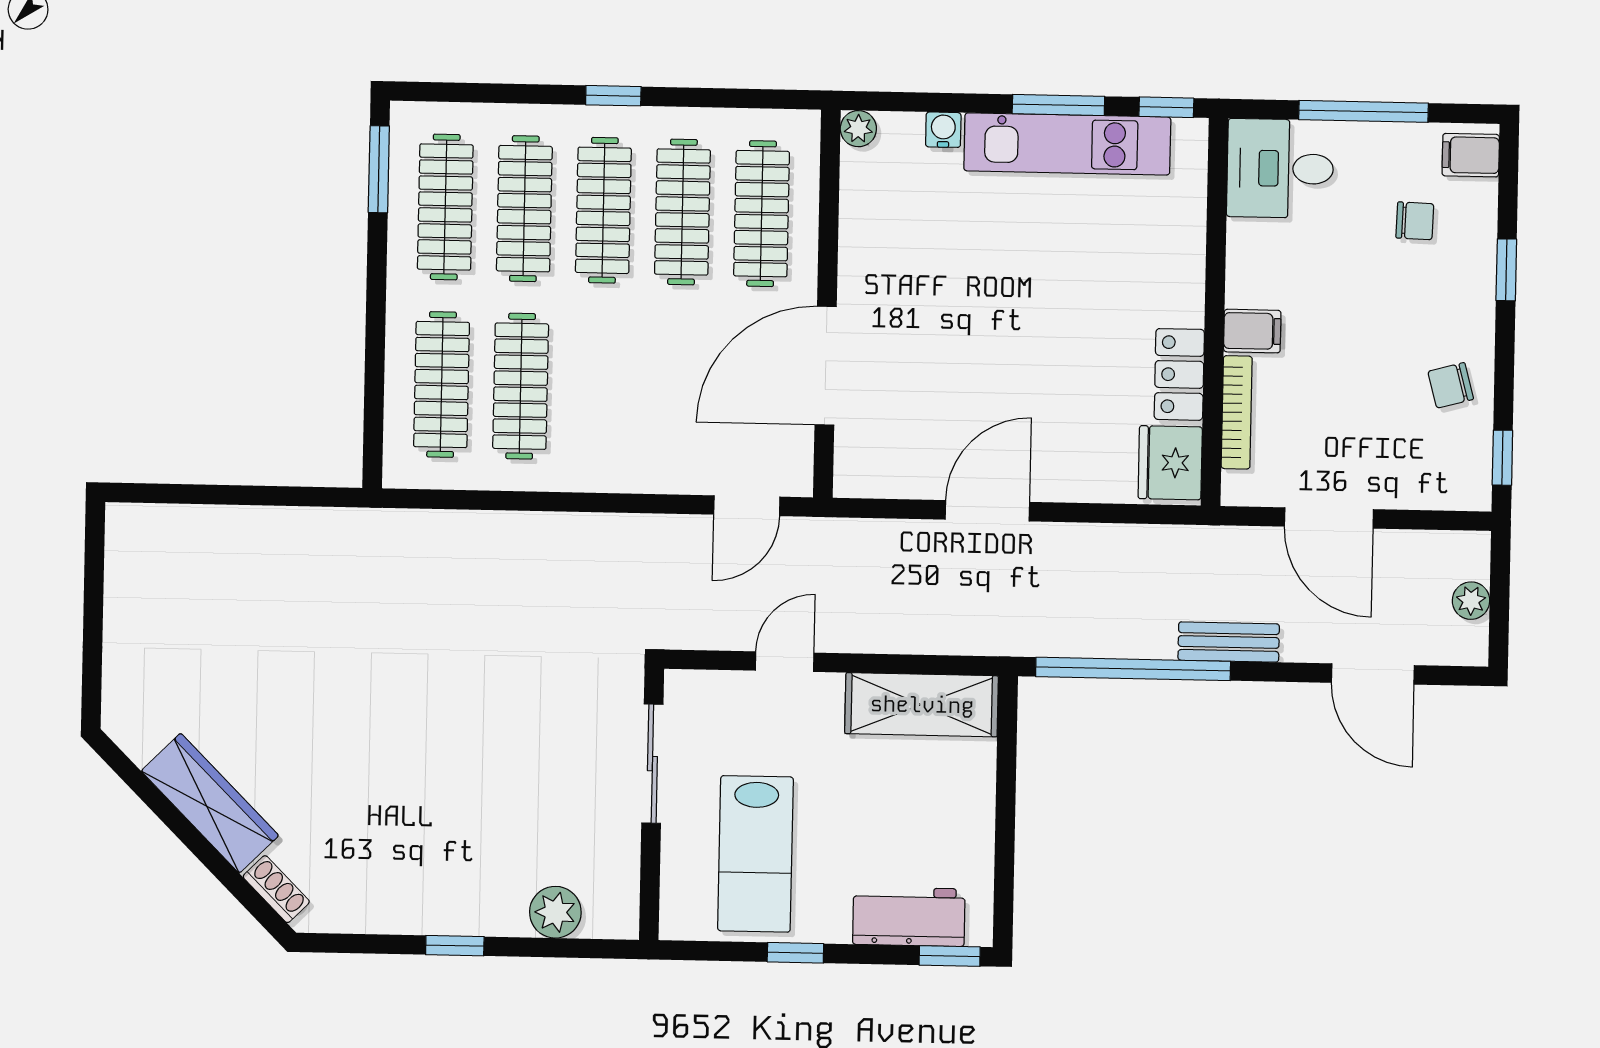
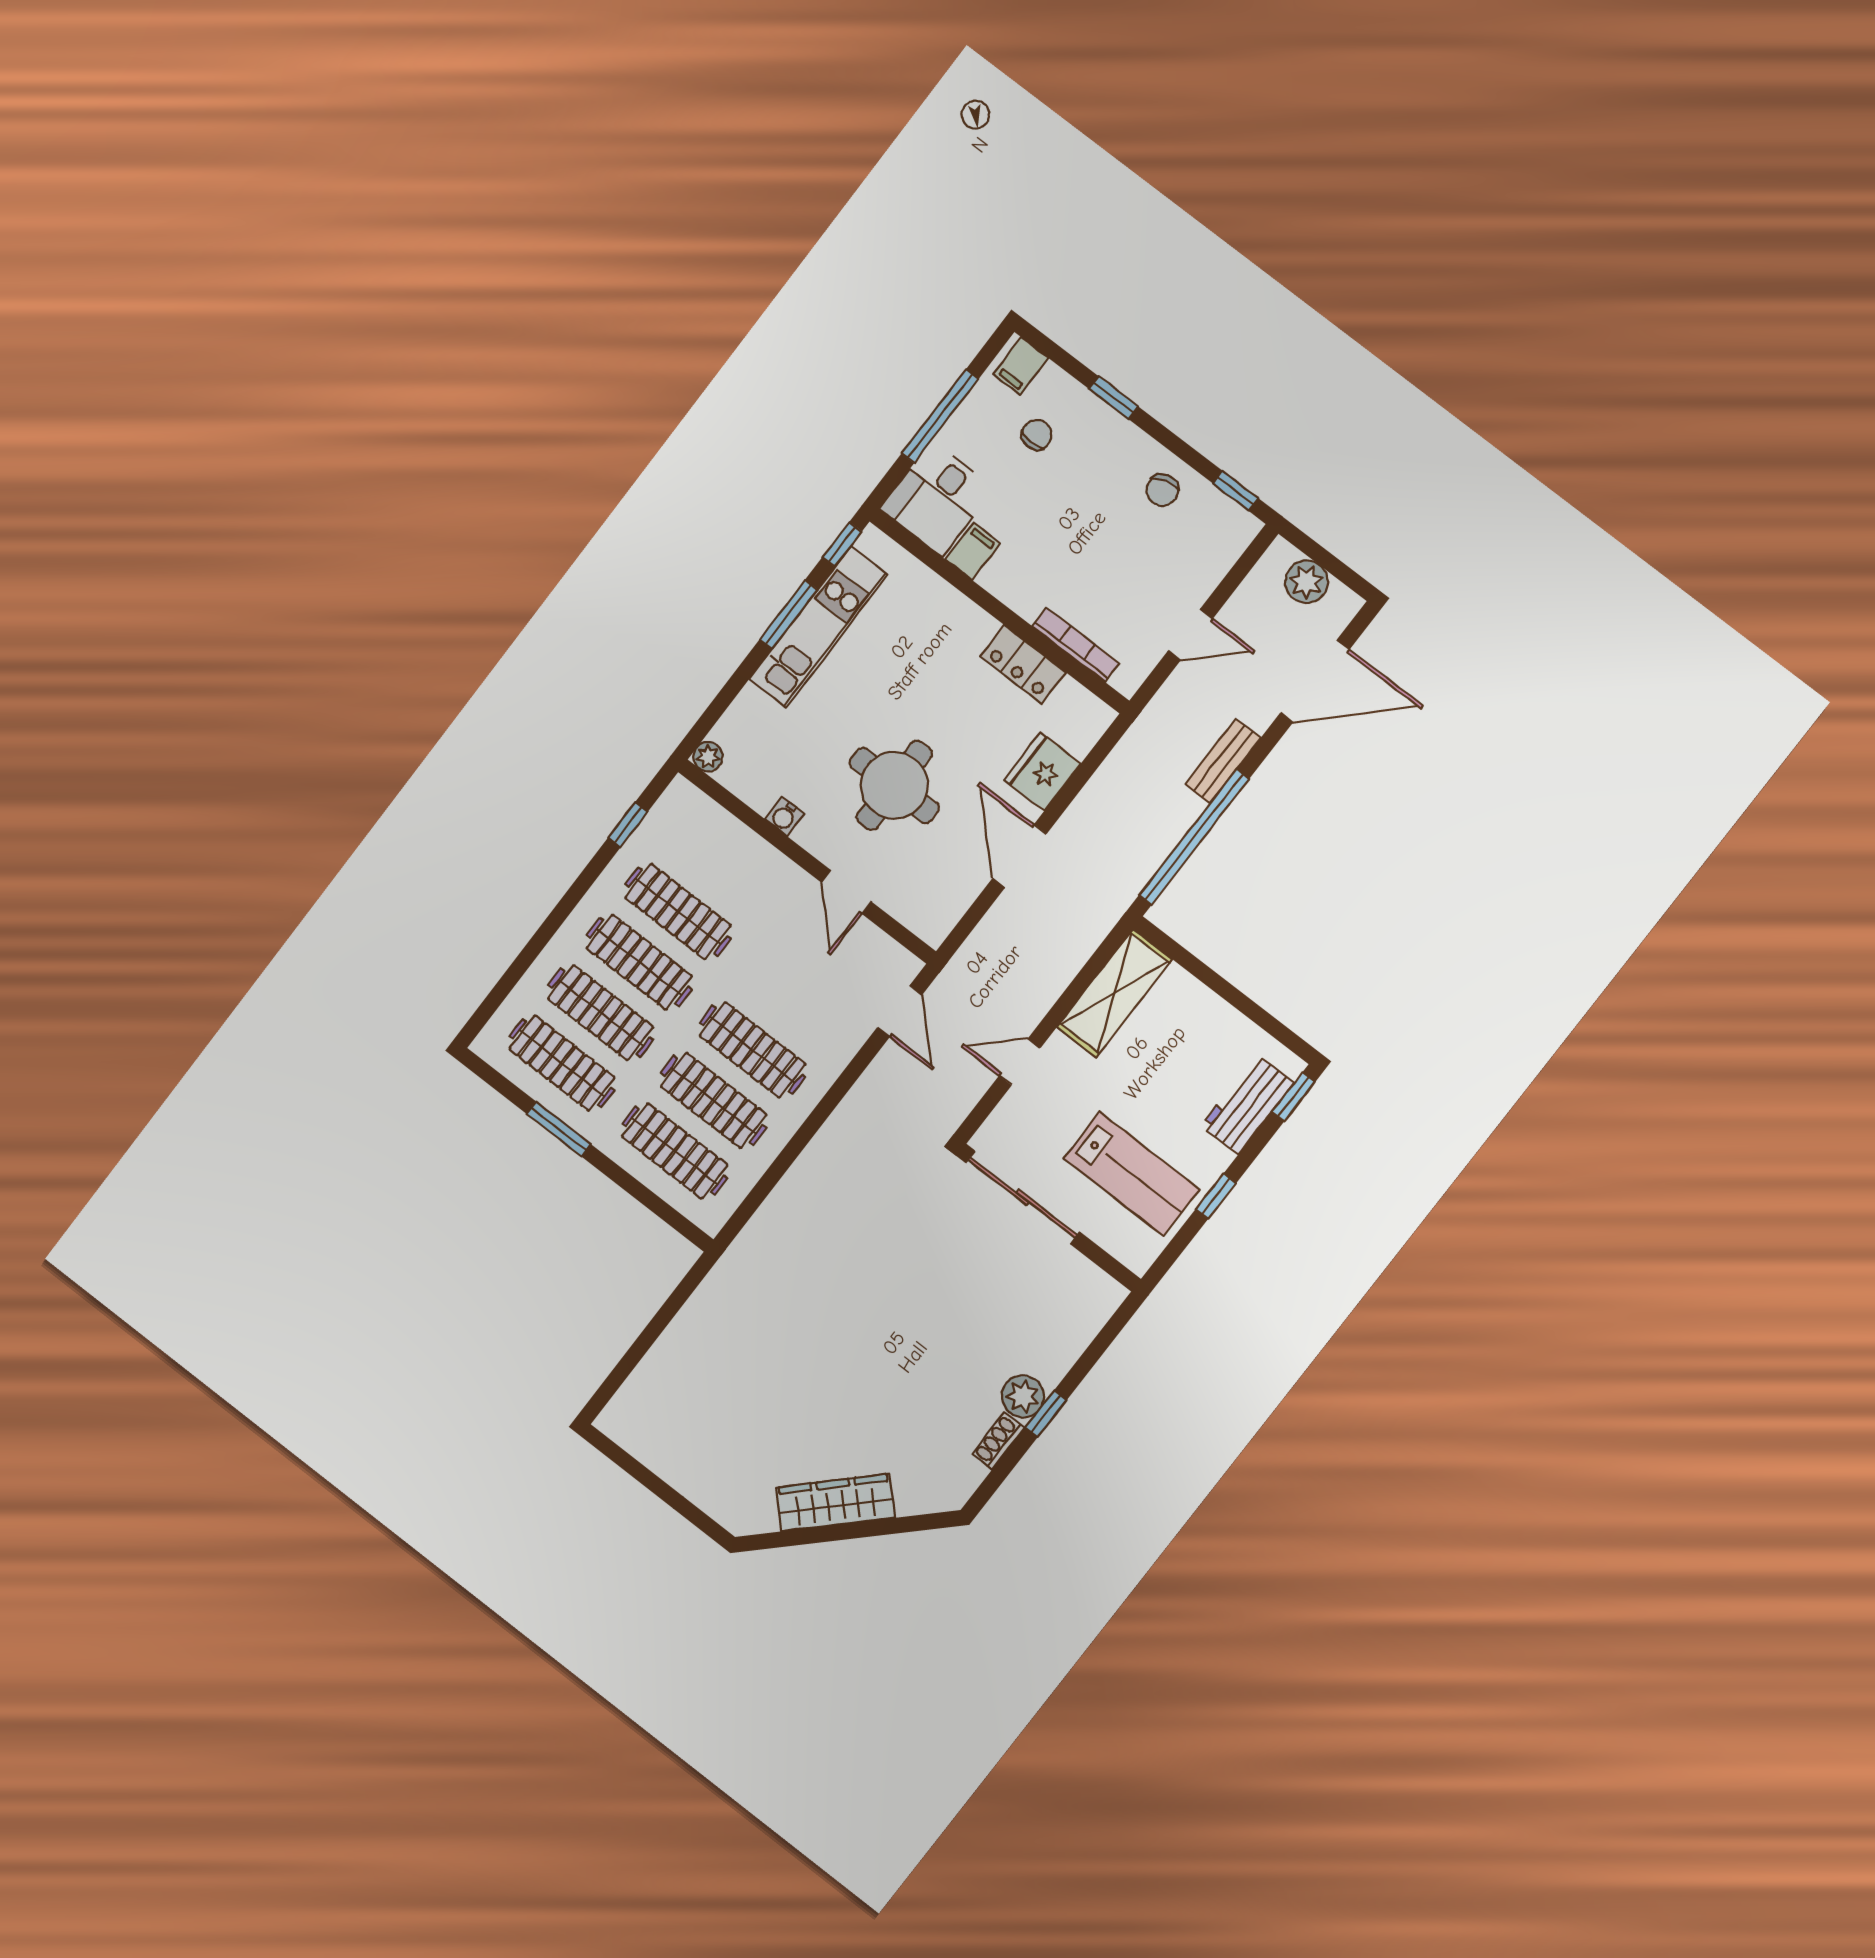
window: (613, 96) -> (628, 825), moved
water cooler: (943, 130) -> (784, 816), moved, turned -90
window: (379, 169) -> (559, 1129), moved
clothes rail: (762, 214) -> (752, 1050), moved
filing cabinet: (1252, 331) -> (973, 551), moved
round table: (966, 335) -> (894, 785), added
door: (826, 366) -> (846, 892), width x0.53
fridge: (1170, 463) -> (1042, 772), moved, turned 90
door: (1329, 518) -> (1190, 635), width x0.73
plant: (1471, 601) -> (1306, 582), width x1.38, depth x1.38
door: (785, 662) -> (1020, 1062), hinge flipped
door: (1373, 674) -> (1315, 681), width x1.36
sliding door: (652, 764) -> (1023, 1197), width x1.37
shoe rack: (276, 889) -> (998, 1441), moved, turned -45
plant: (555, 912) -> (1023, 1396), moved

